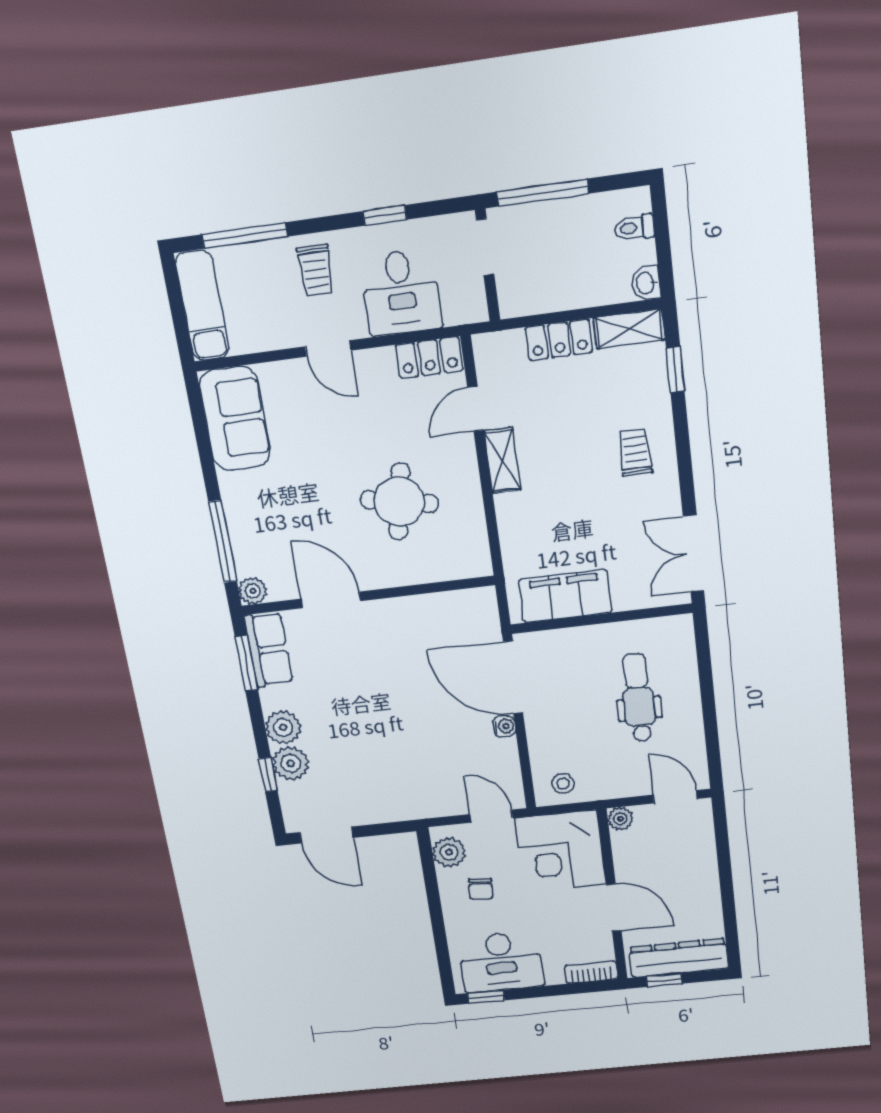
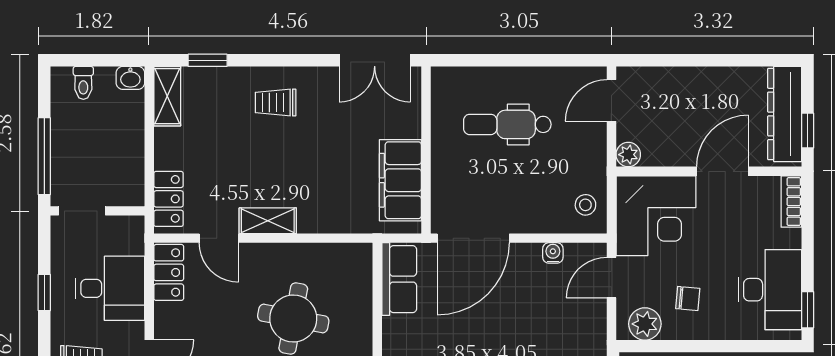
locker: (559, 340) -> (168, 199), moved
row of seats: (459, 608) -> (399, 279), added
water cooler: (504, 726) -> (553, 253), moved

